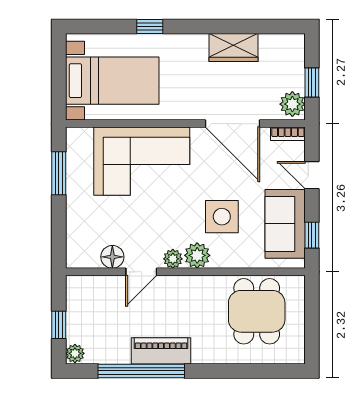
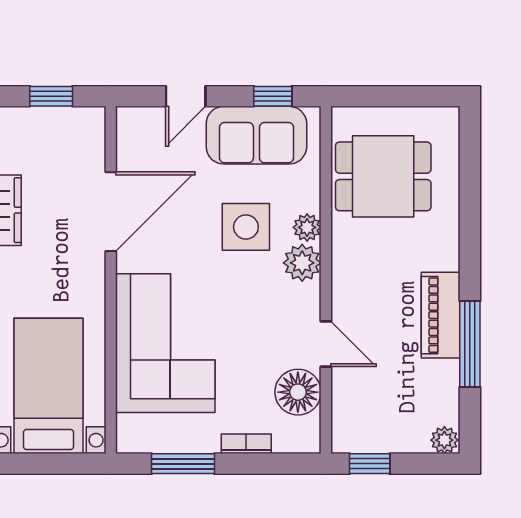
plant: (292, 104) -> (83, 125), removed
bookcase: (288, 134) -> (246, 444), moved, turned -90
floor lamp: (112, 257) -> (298, 392), width x1.38, depth x1.38
plant: (173, 259) -> (307, 227), moved
window: (59, 325) -> (370, 464), moved
window: (141, 371) -> (470, 344), width x0.68

